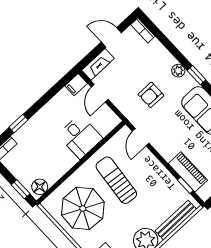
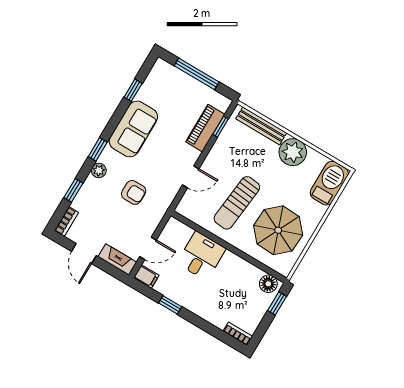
window: (168, 44) -> (73, 190), added
window: (19, 124) -> (170, 305), moved
door: (141, 137) -> (191, 177), moved

